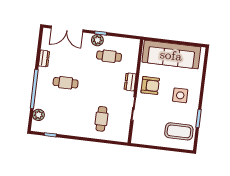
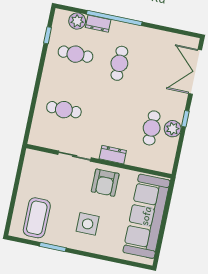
plant: (97, 40) -> (173, 129), moved
dresser: (44, 58) -> (98, 24), moved
cafe table: (62, 114) -> (75, 54), added

